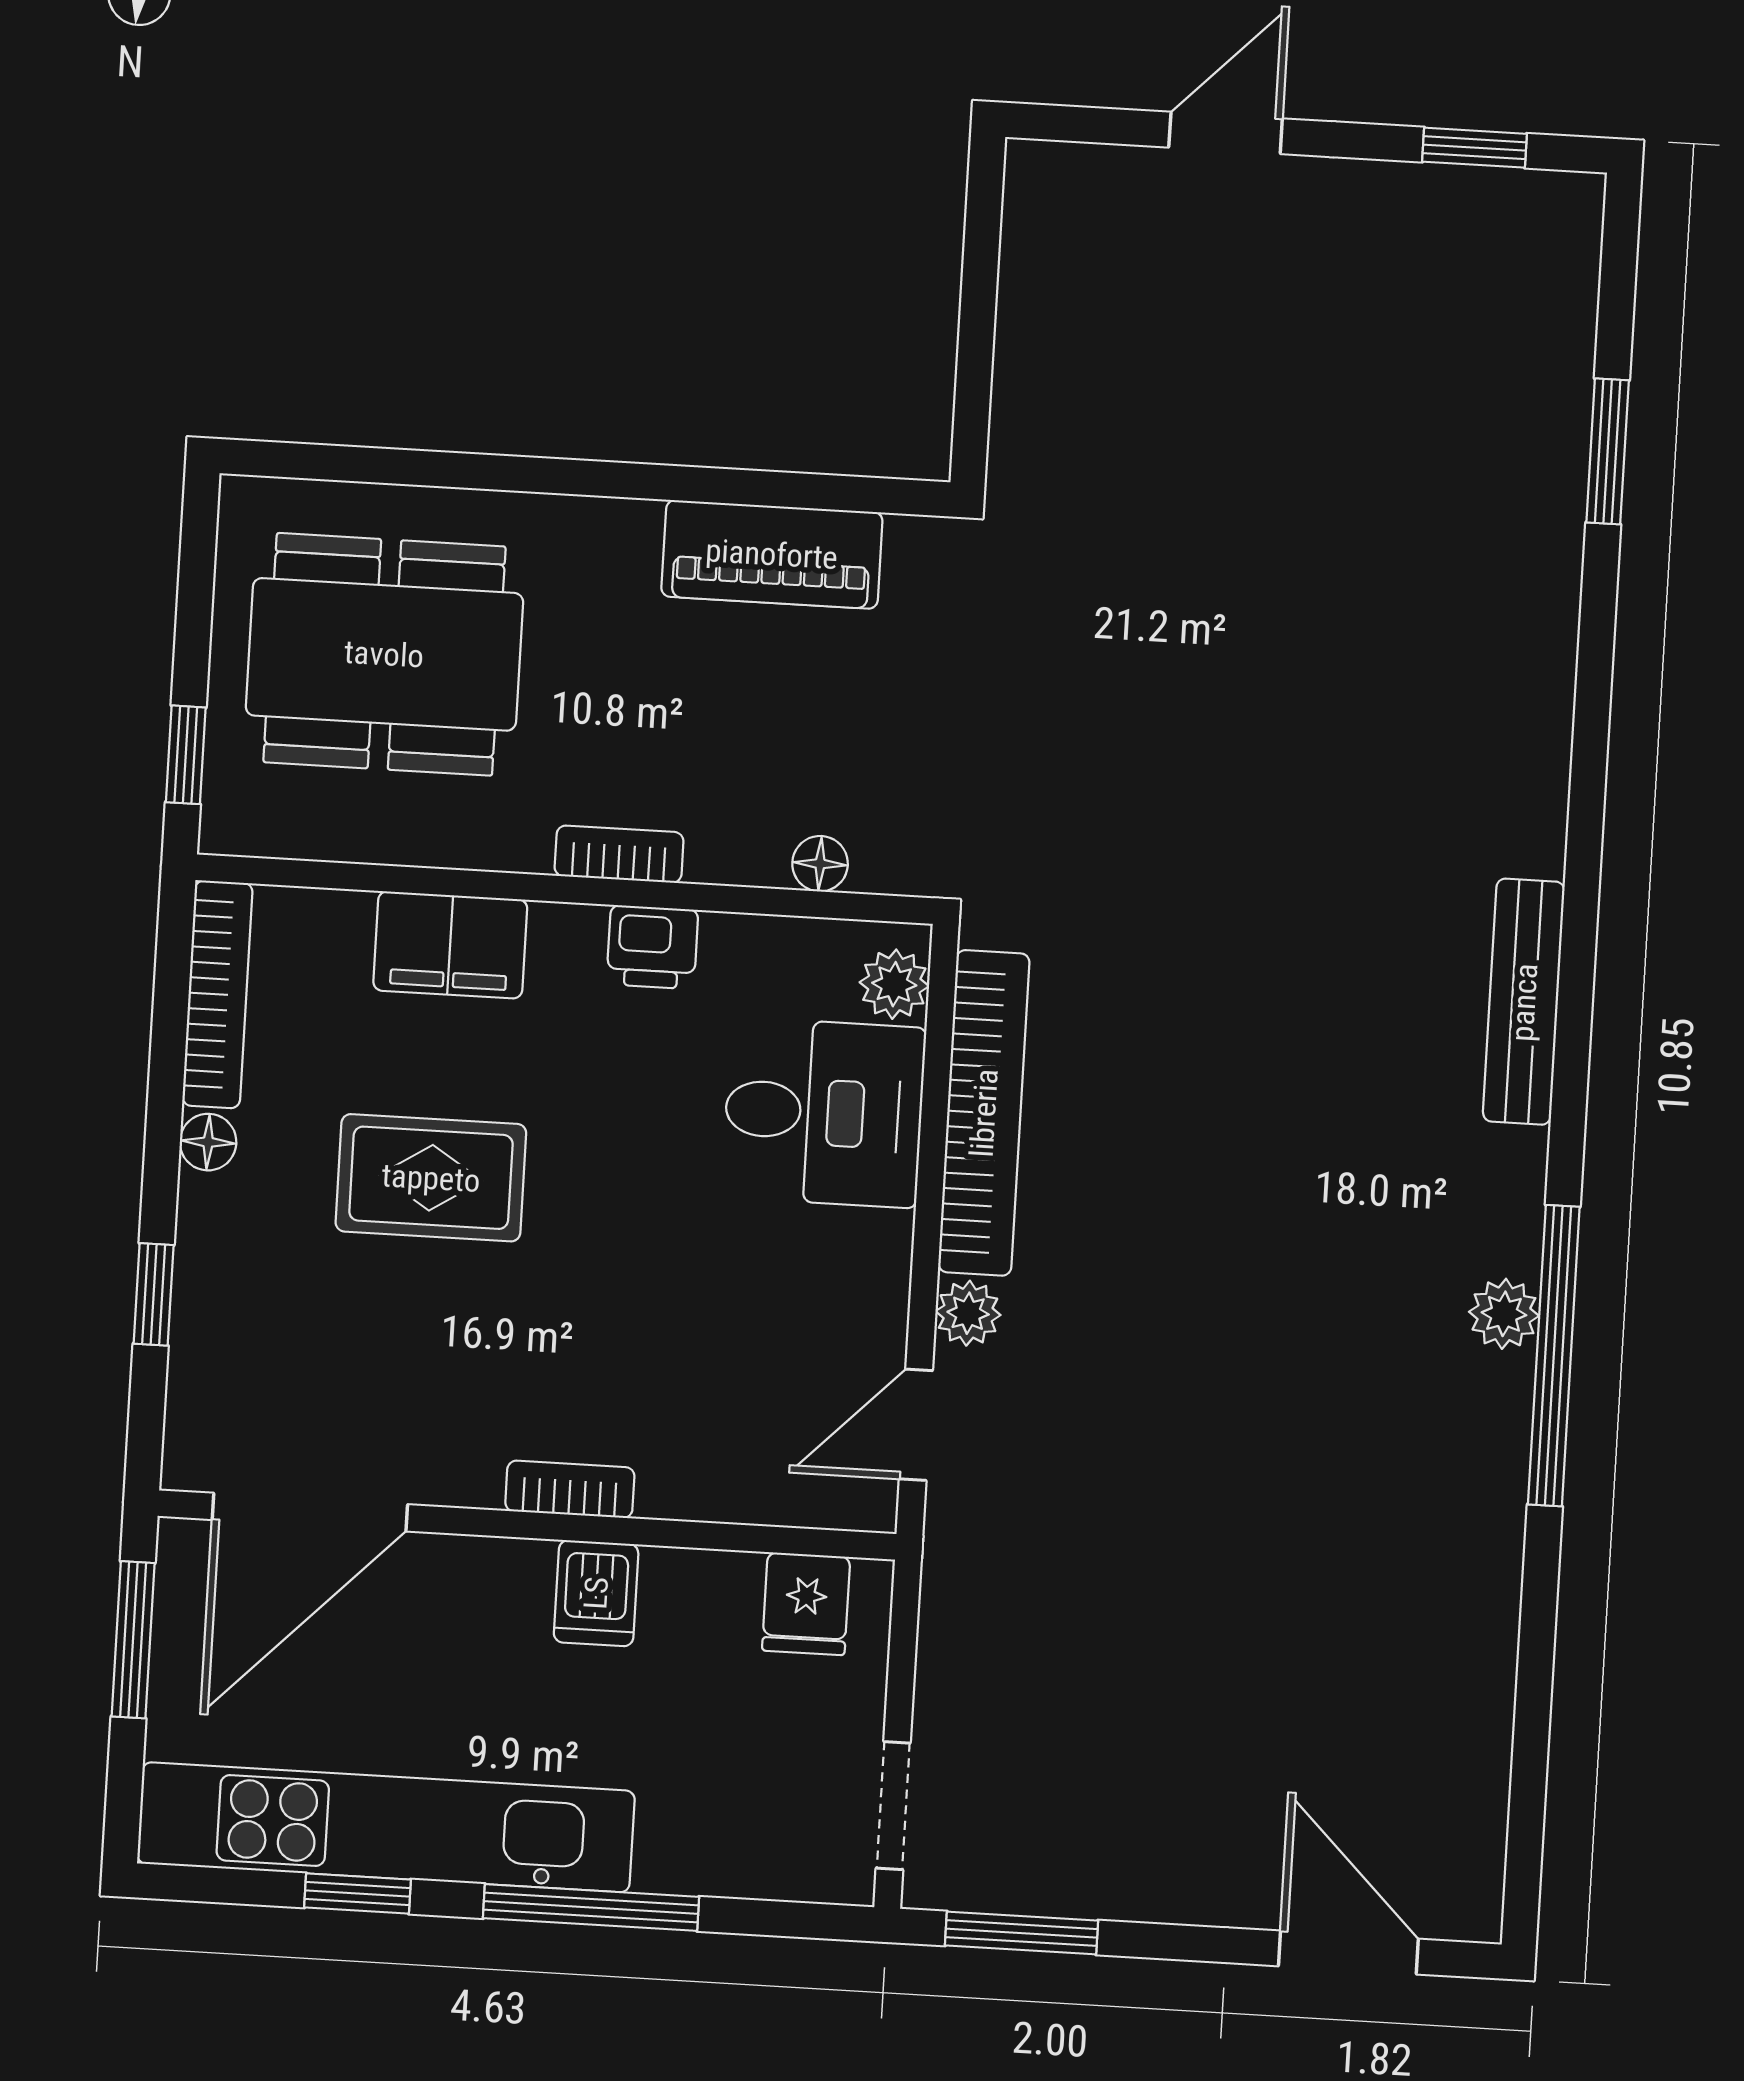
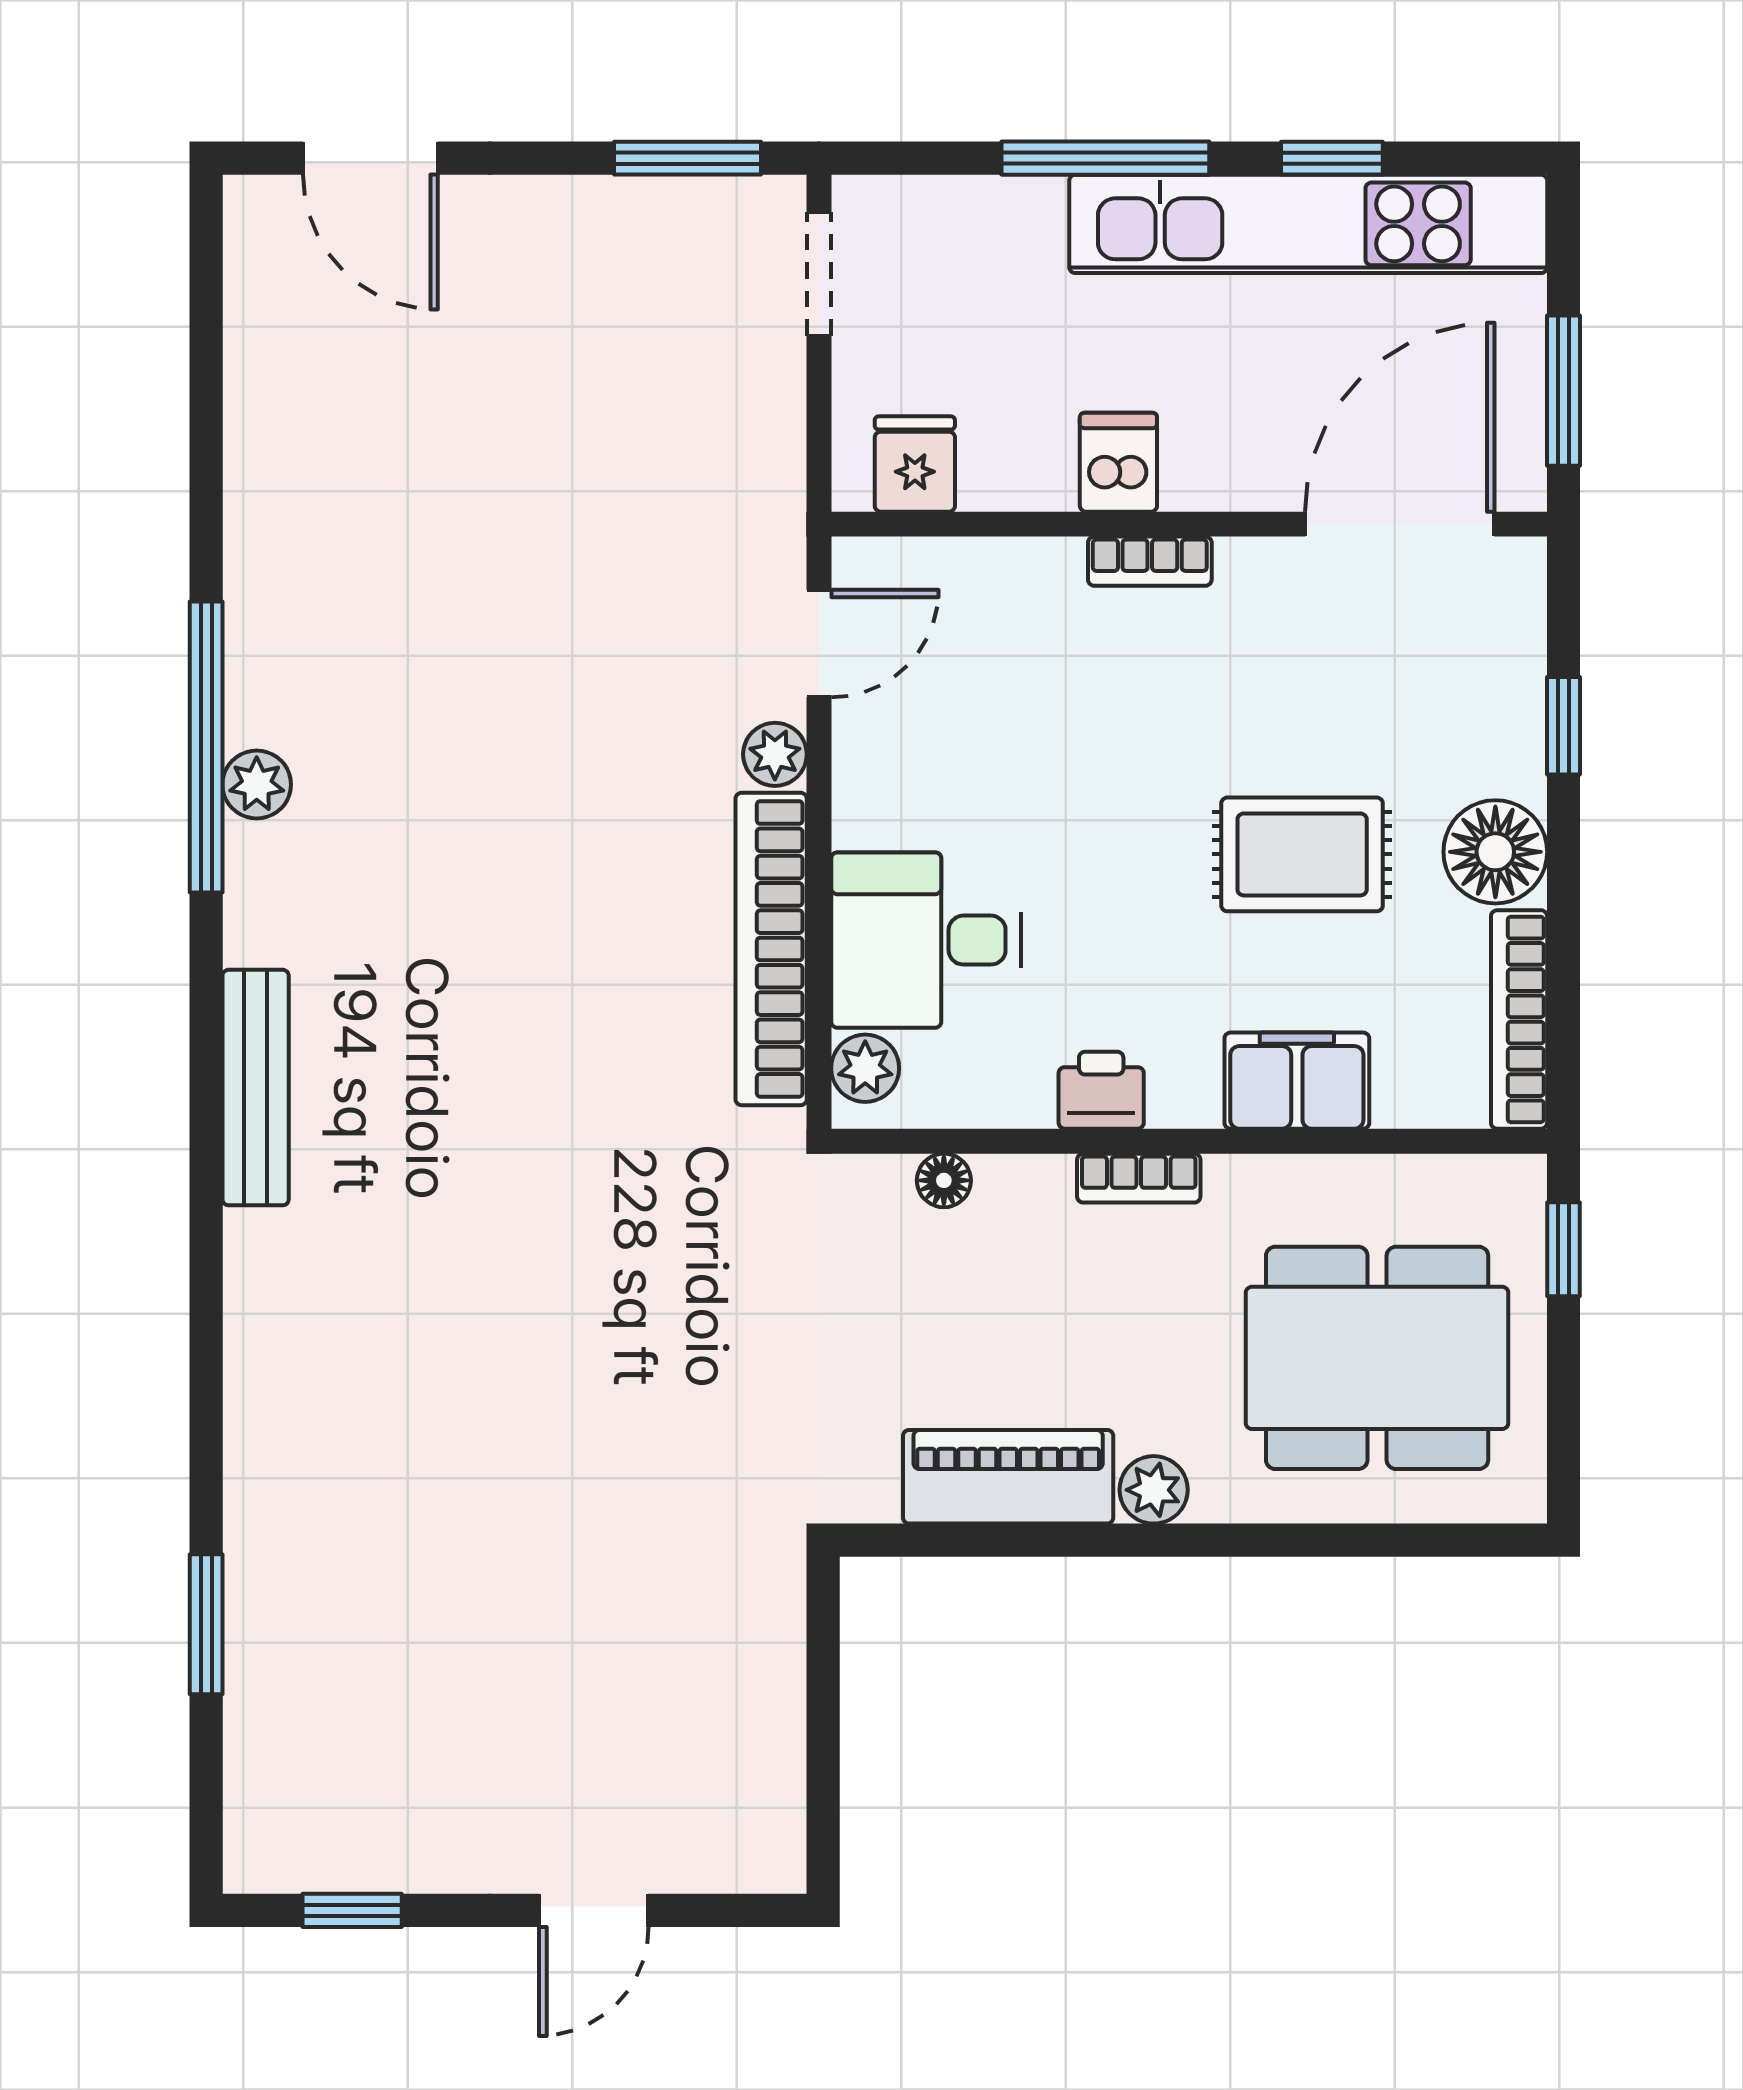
plant: (623, 532) -> (1154, 1490), added
floor lamp: (208, 1142) -> (1495, 852), width x1.89, depth x1.89

